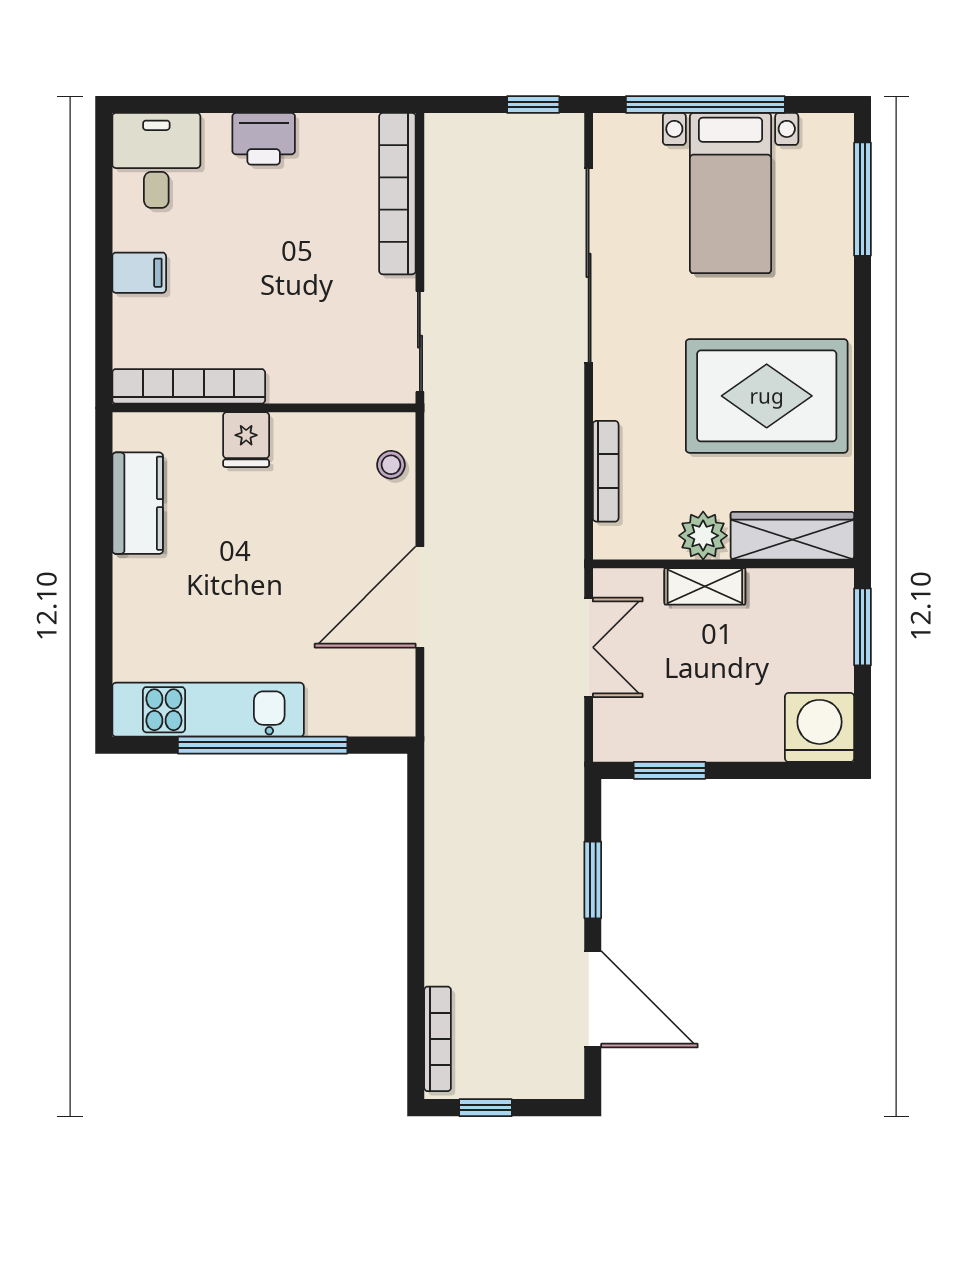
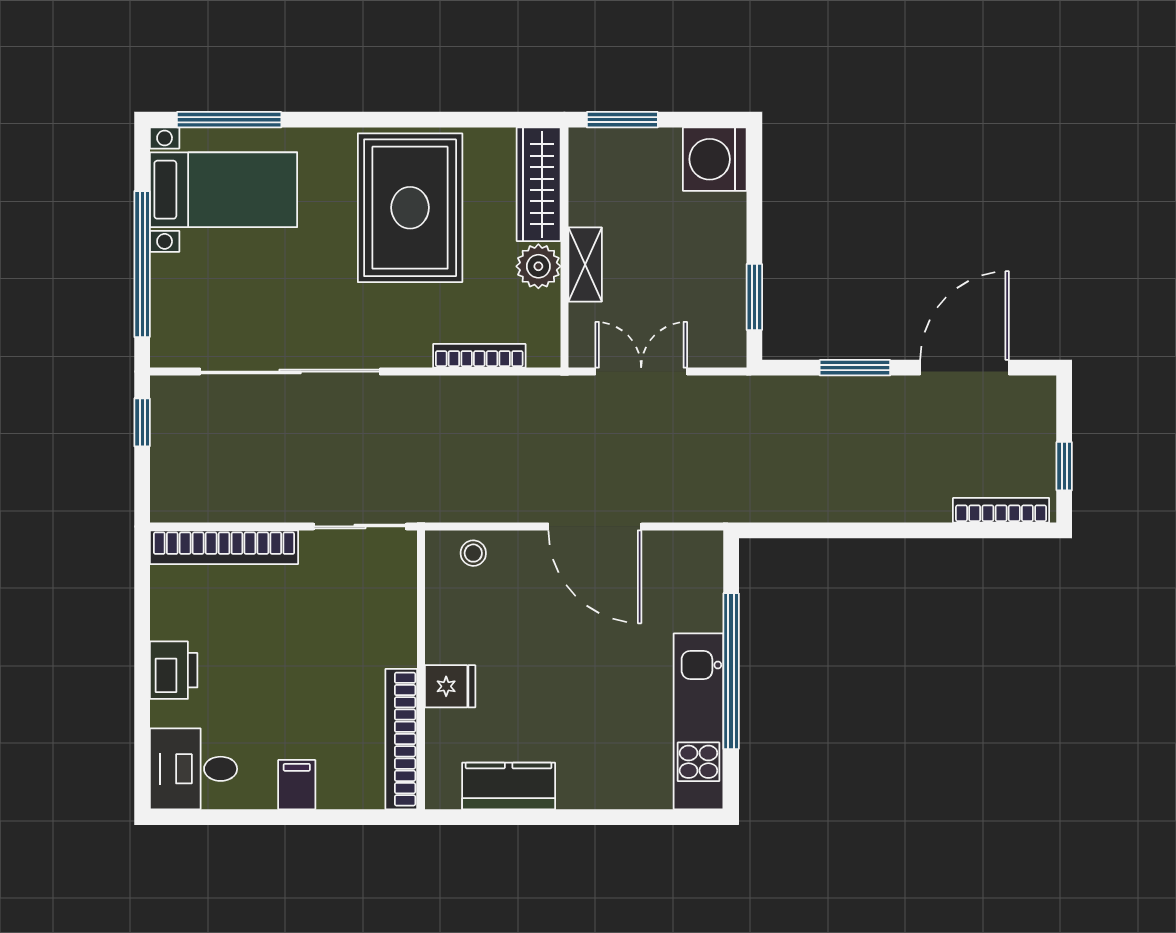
bed with nightstands: (731, 193) -> (224, 190), moved

